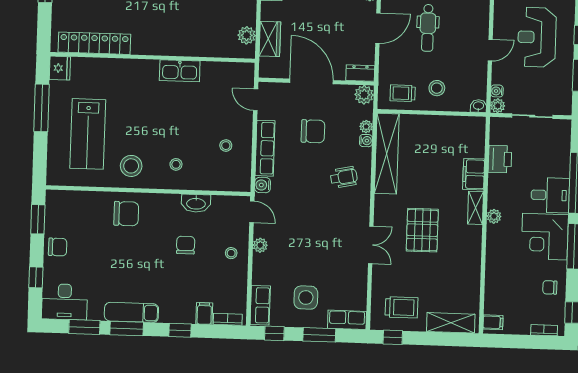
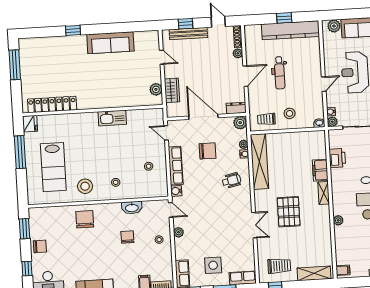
chair: (126, 214) -> (85, 219), turned -90
plant: (494, 216) -> (338, 220), moved

